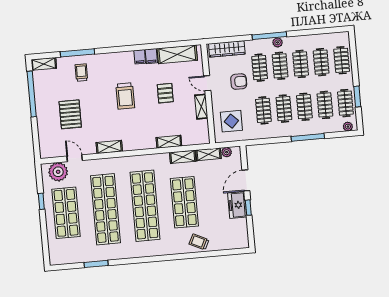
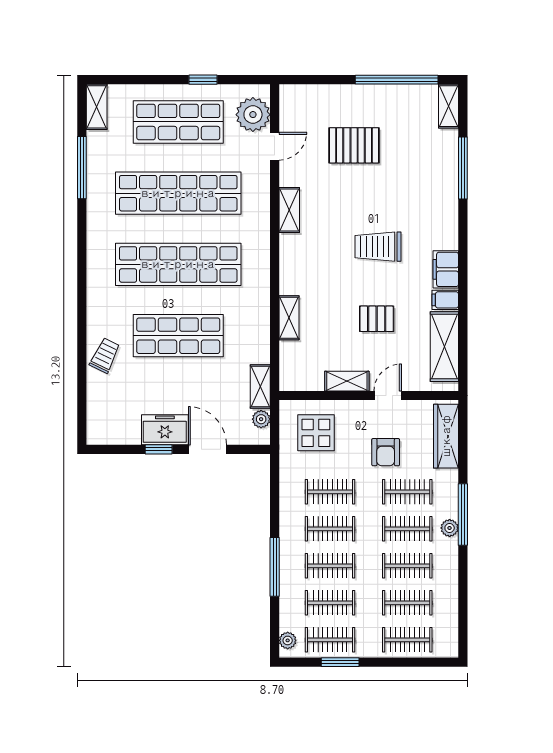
filing cabinet: (140, 57) -> (446, 269), width x2.00
trolley: (81, 73) -> (427, 172), removed
shelving: (183, 157) -> (97, 107), moved
window: (96, 264) -> (82, 168), width x1.44

